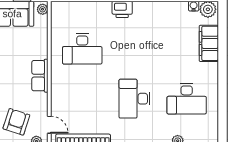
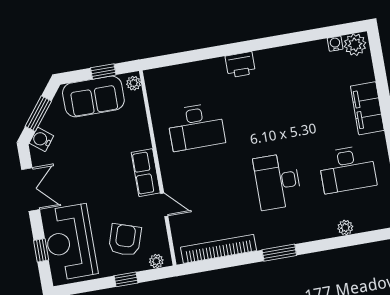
filing cabinet: (209, 43) -> (367, 108), moved
door: (49, 125) -> (164, 205), moved

